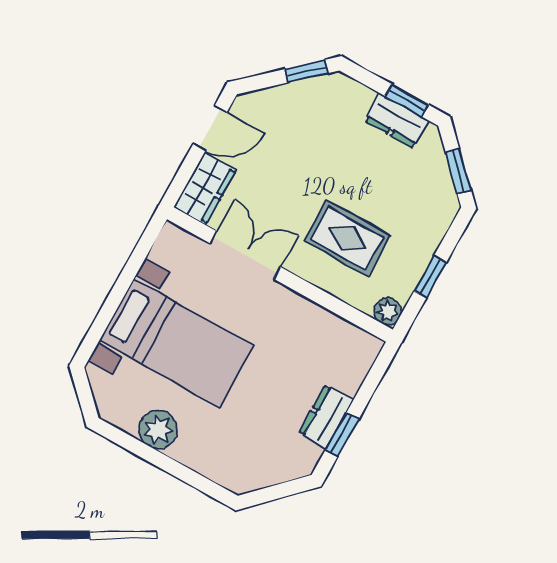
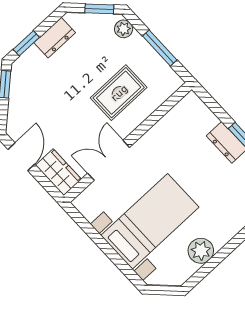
window: (407, 100) -> (26, 43), moved
window: (430, 277) -> (160, 48), width x1.50
plant: (388, 311) -> (124, 29), moved

